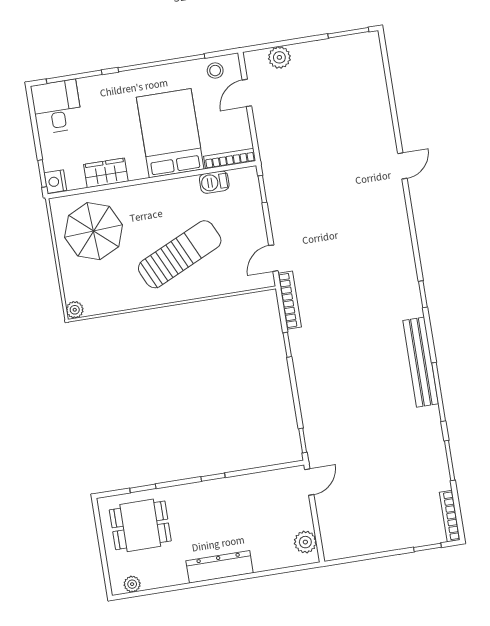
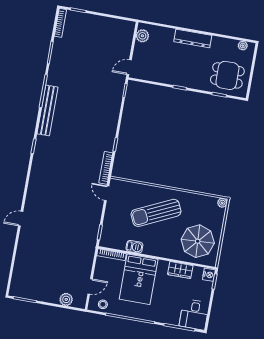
barbecue: (214, 182) -> (134, 247), moved
door: (273, 258) -> (107, 193), swing flipped

